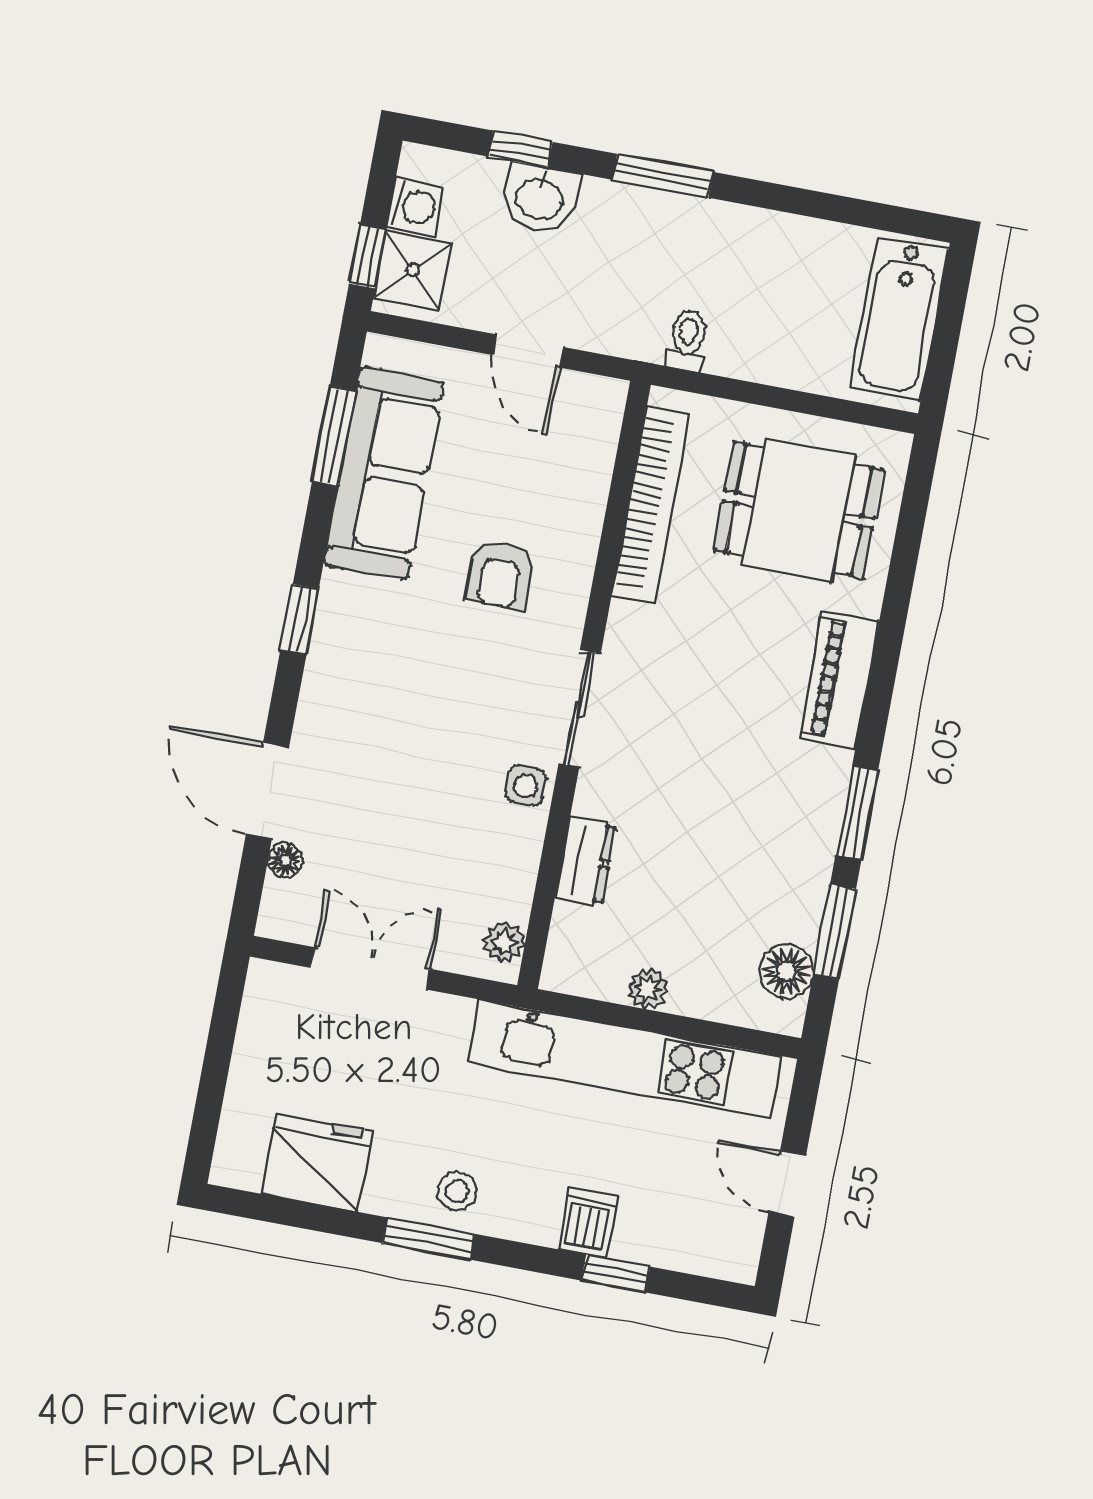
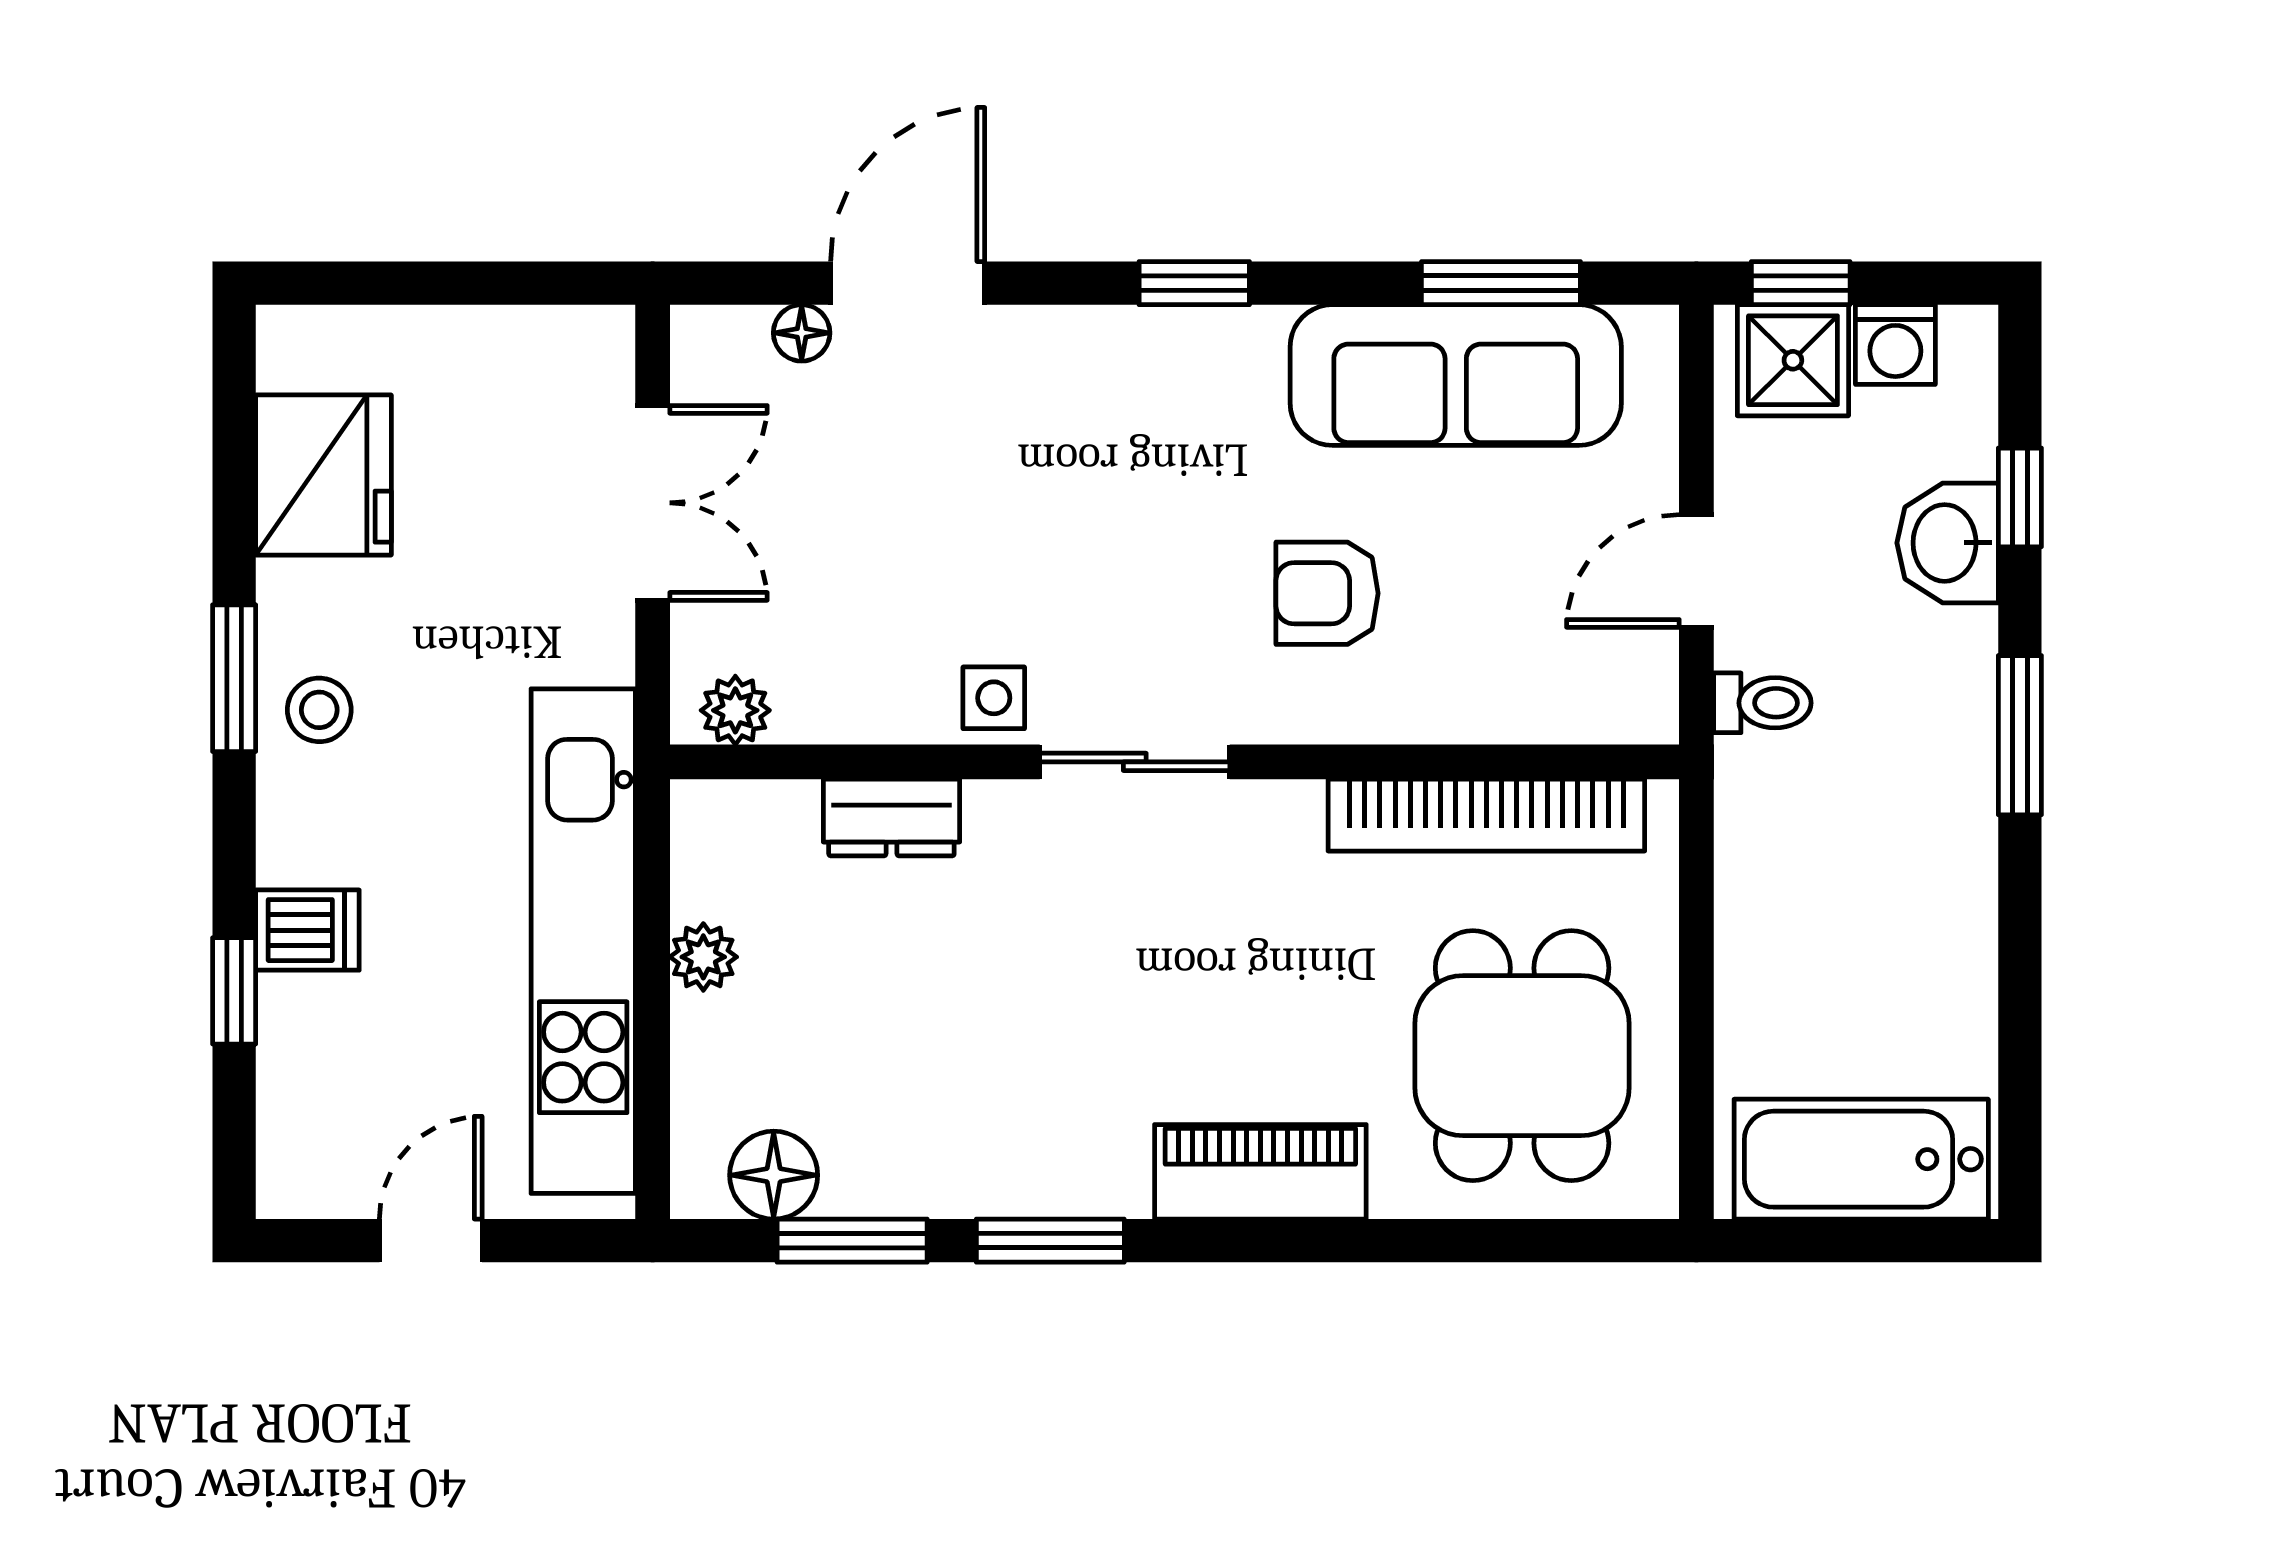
toilet: (687, 340) -> (1762, 703), moved

